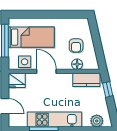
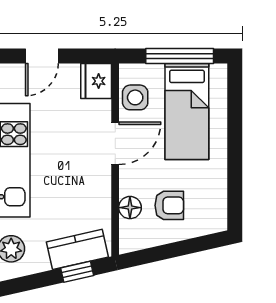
armchair: (76, 46) -> (169, 205), turned 180
kitchen counter: (86, 80) -> (77, 249), moved, turned 77

